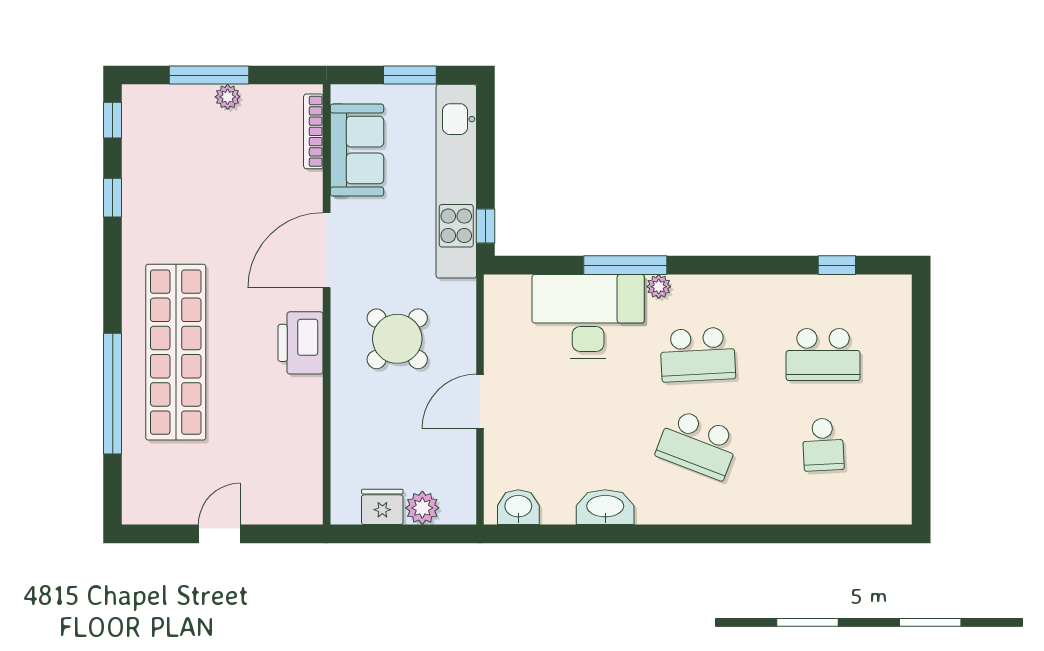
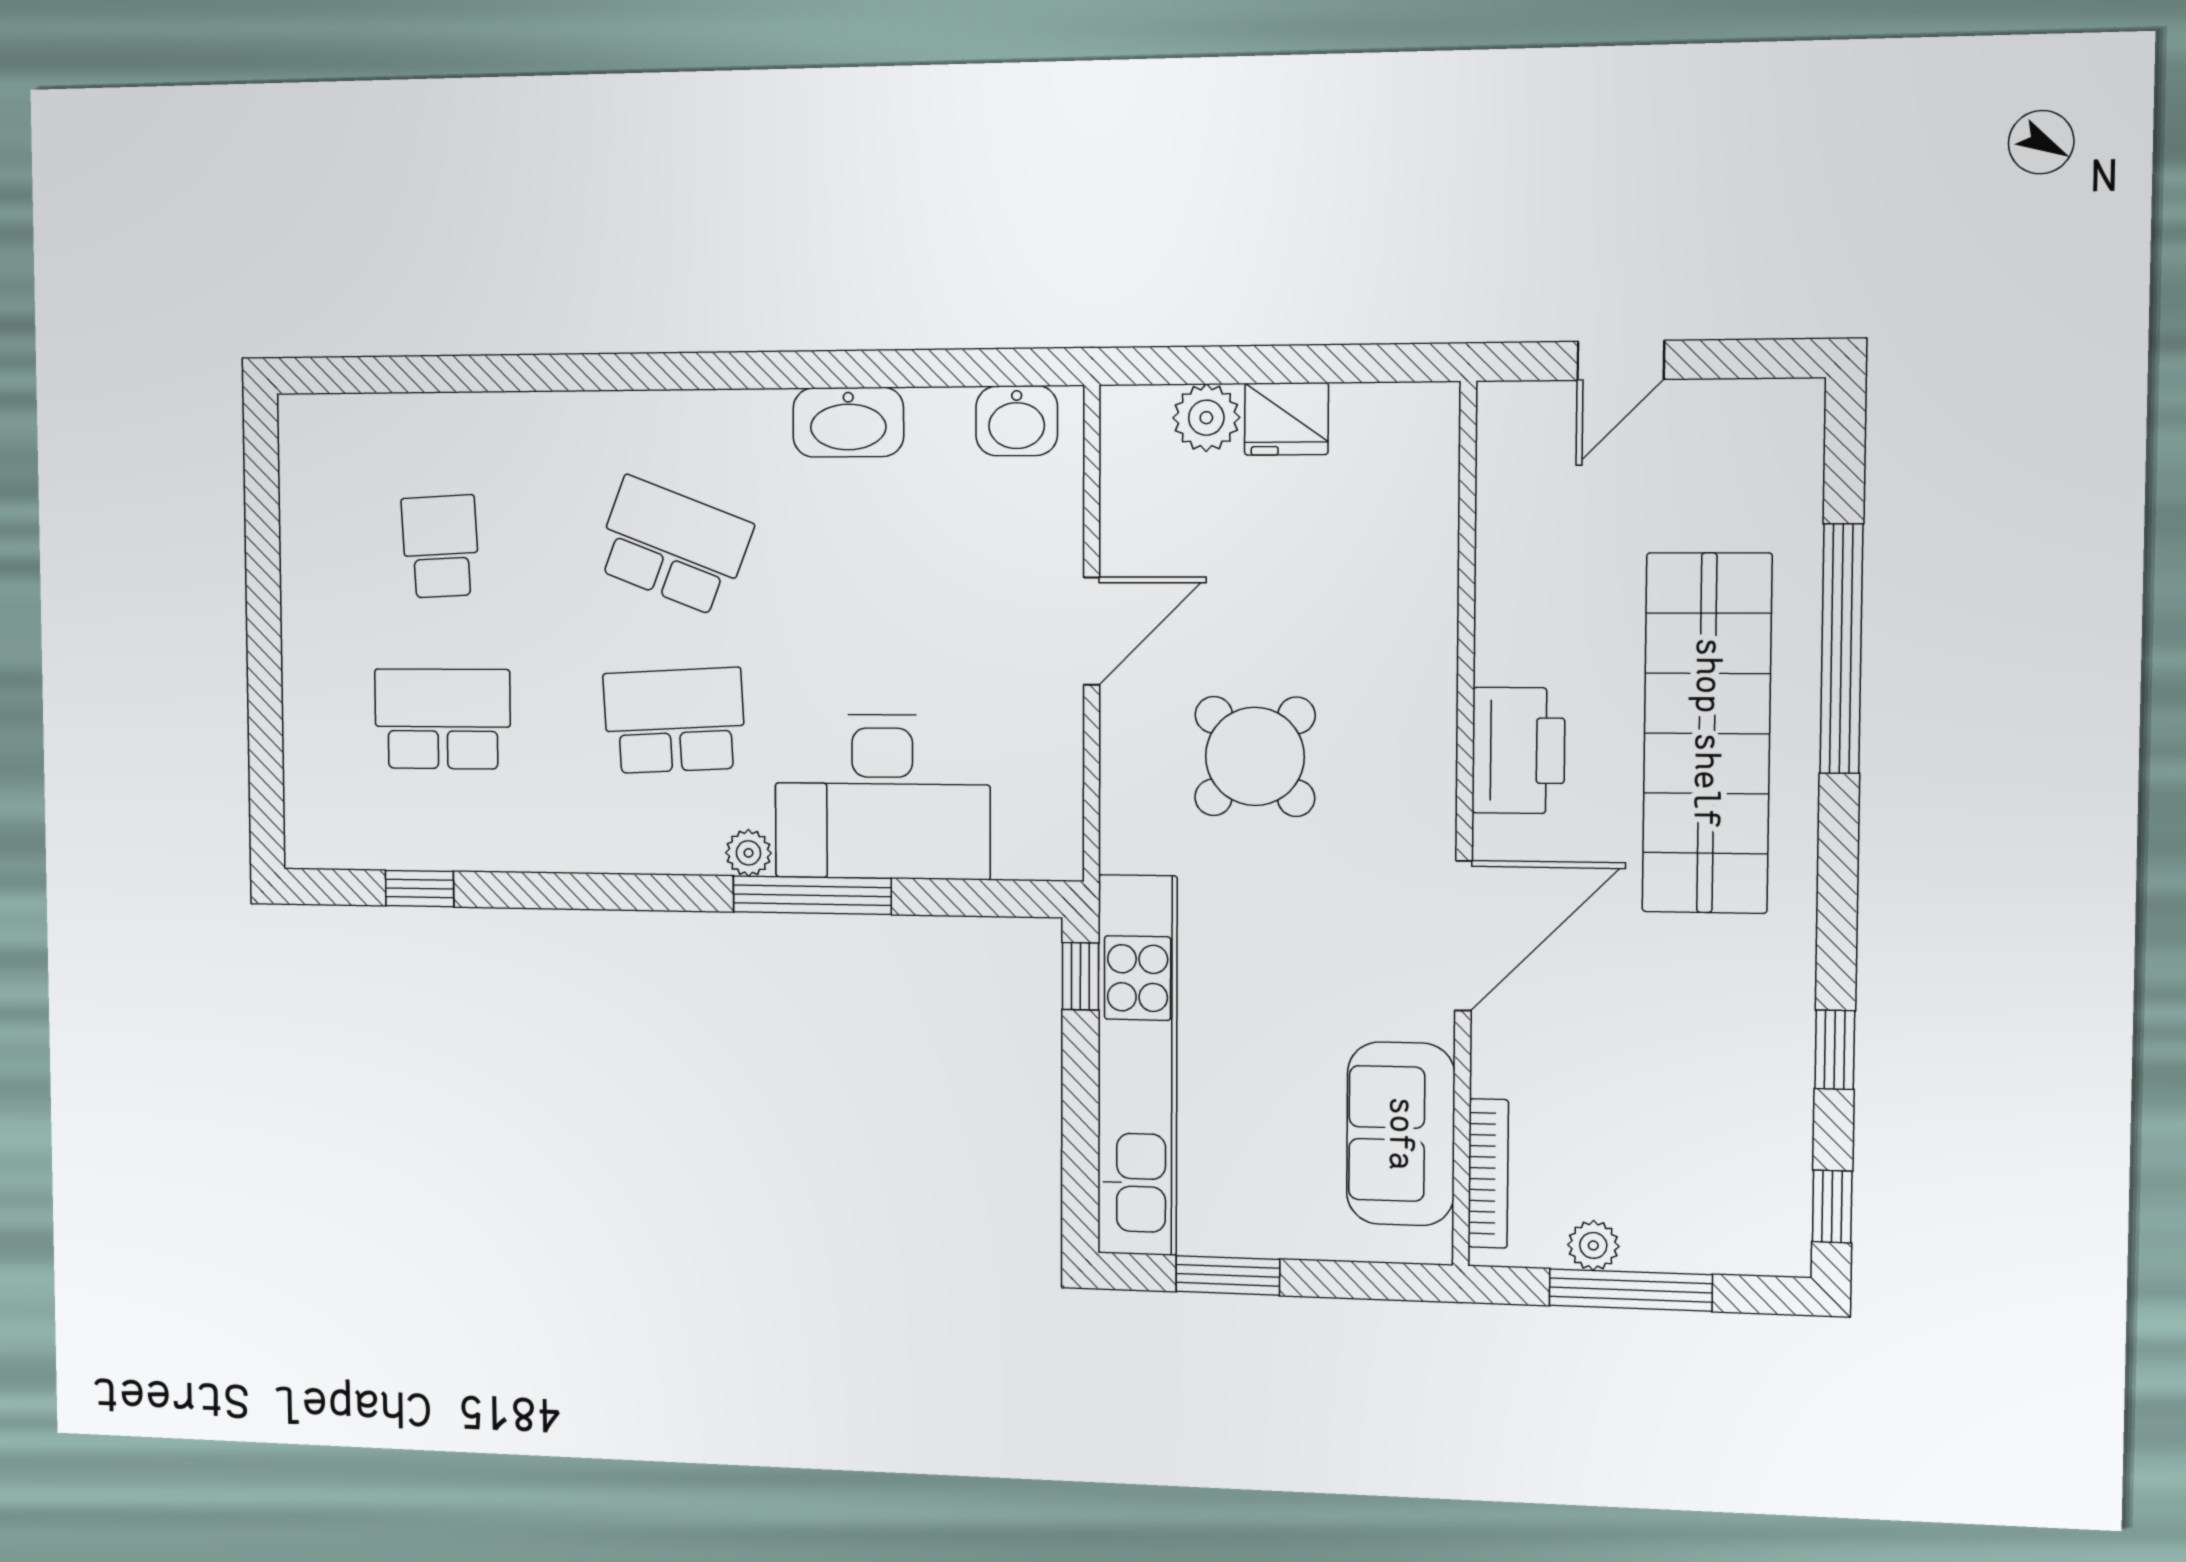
bookcase: (313, 131) -> (1488, 1173), moved
sofa: (357, 150) -> (1401, 1134), moved
door: (327, 250) -> (1464, 936), moved
wall: (327, 304) -> (1464, 827), moved
printer: (301, 343) -> (1518, 750), moved

